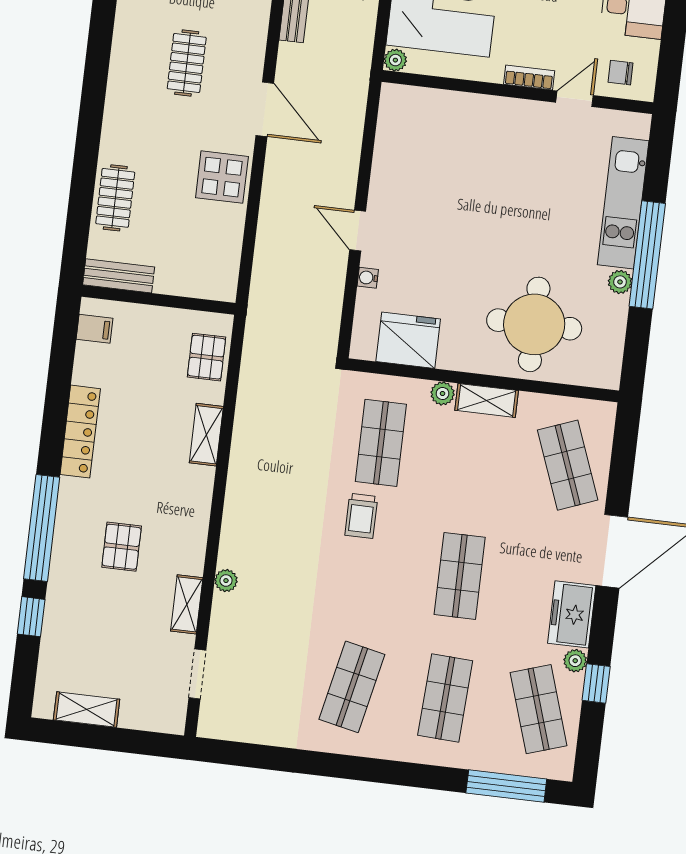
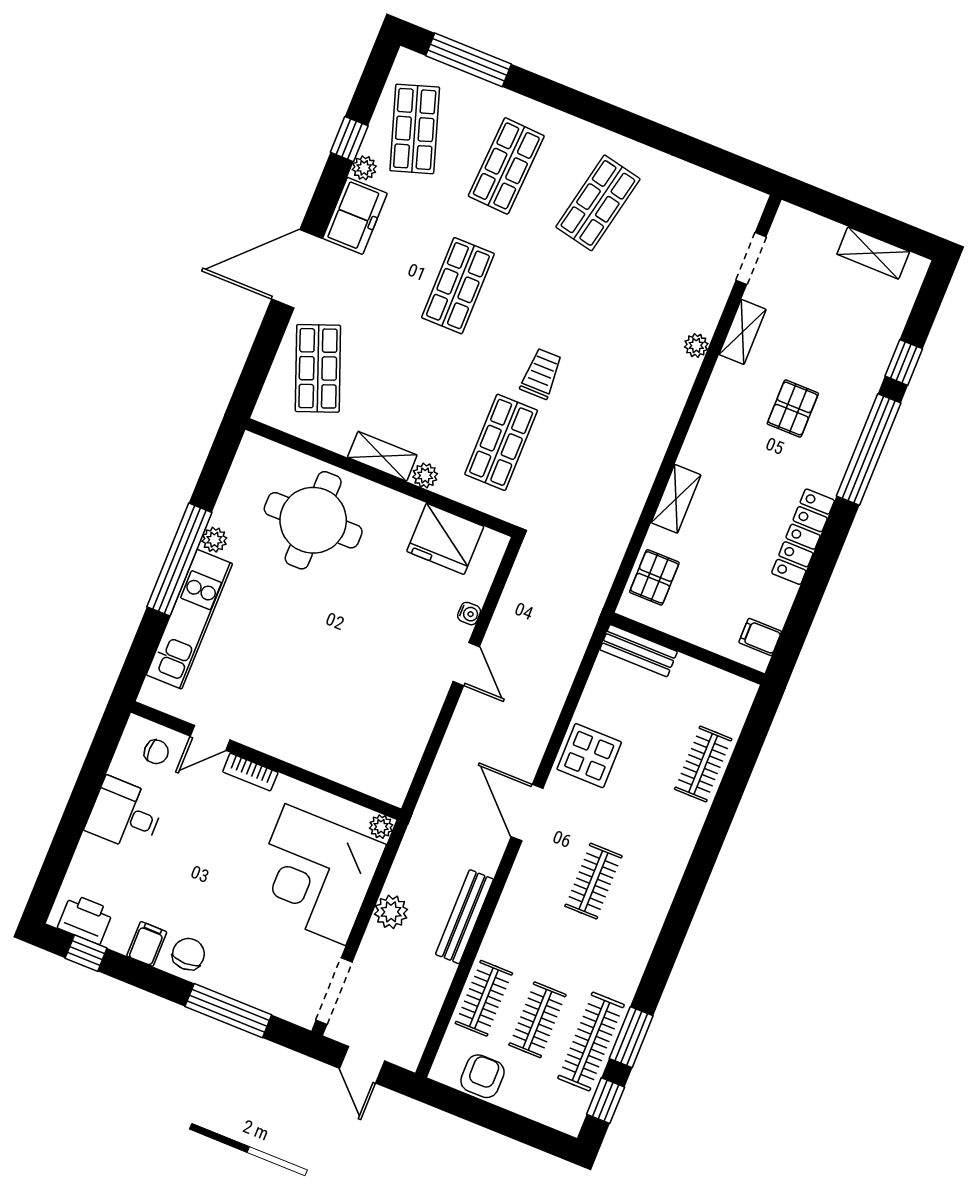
bench: (119, 276) -> (639, 651), moved

